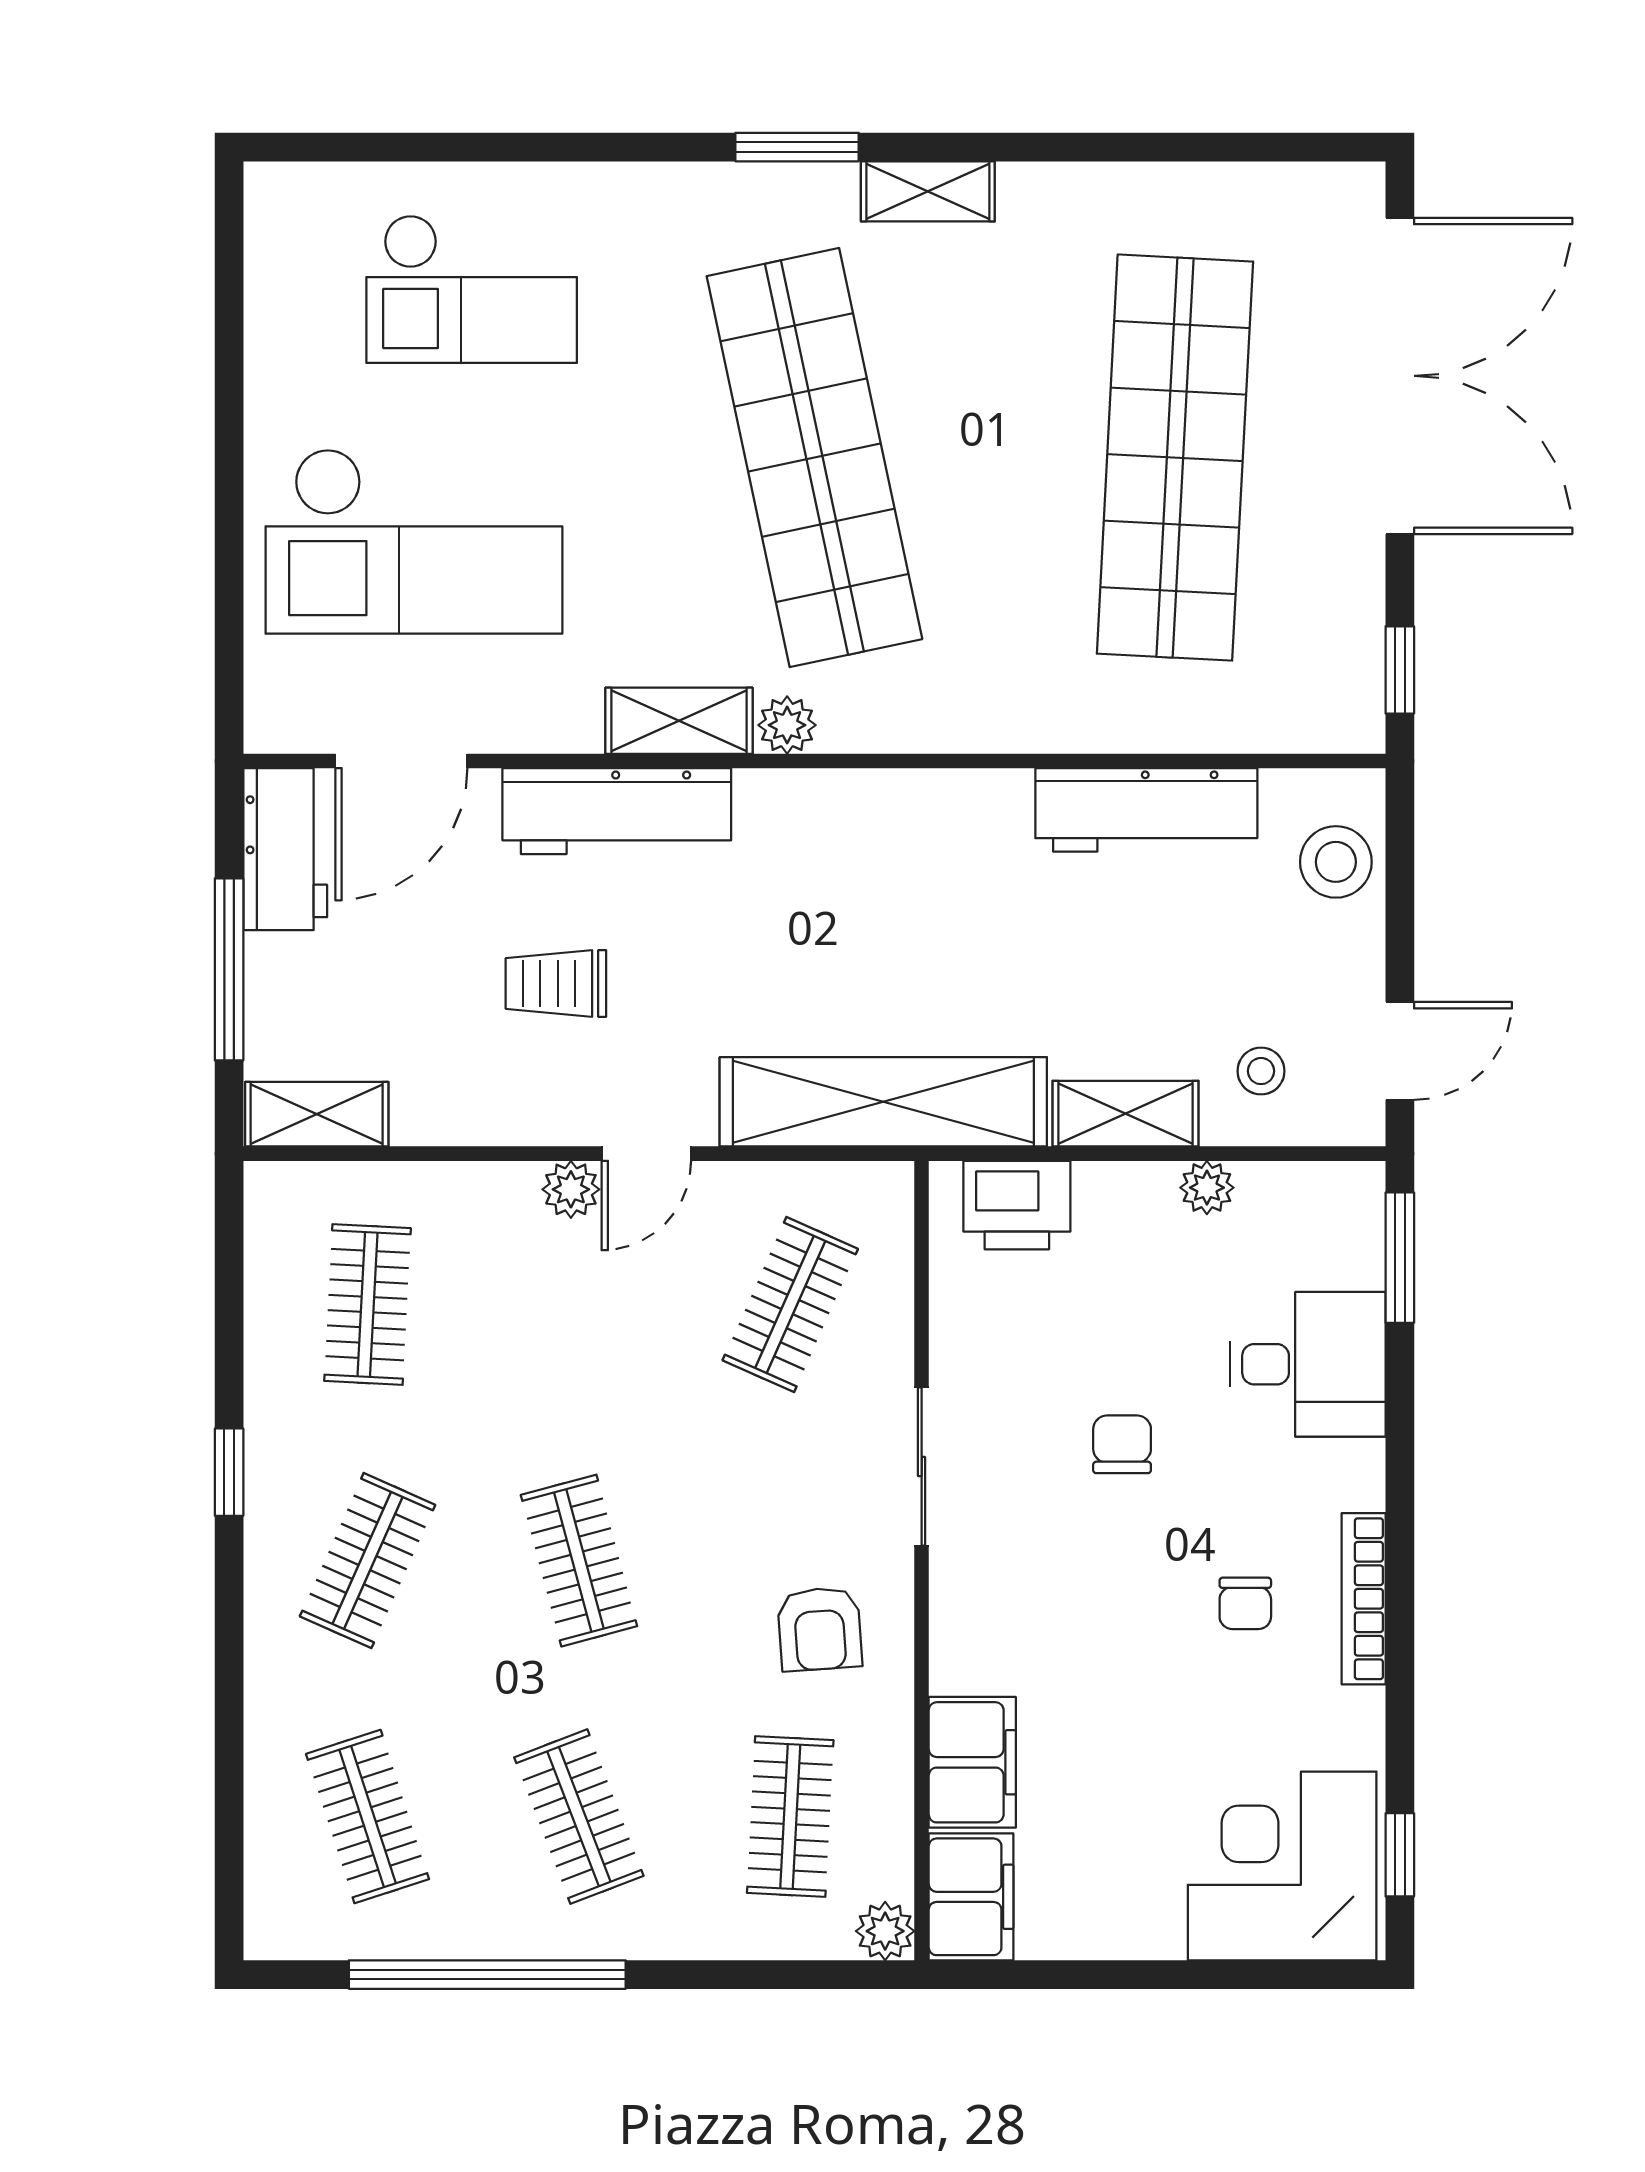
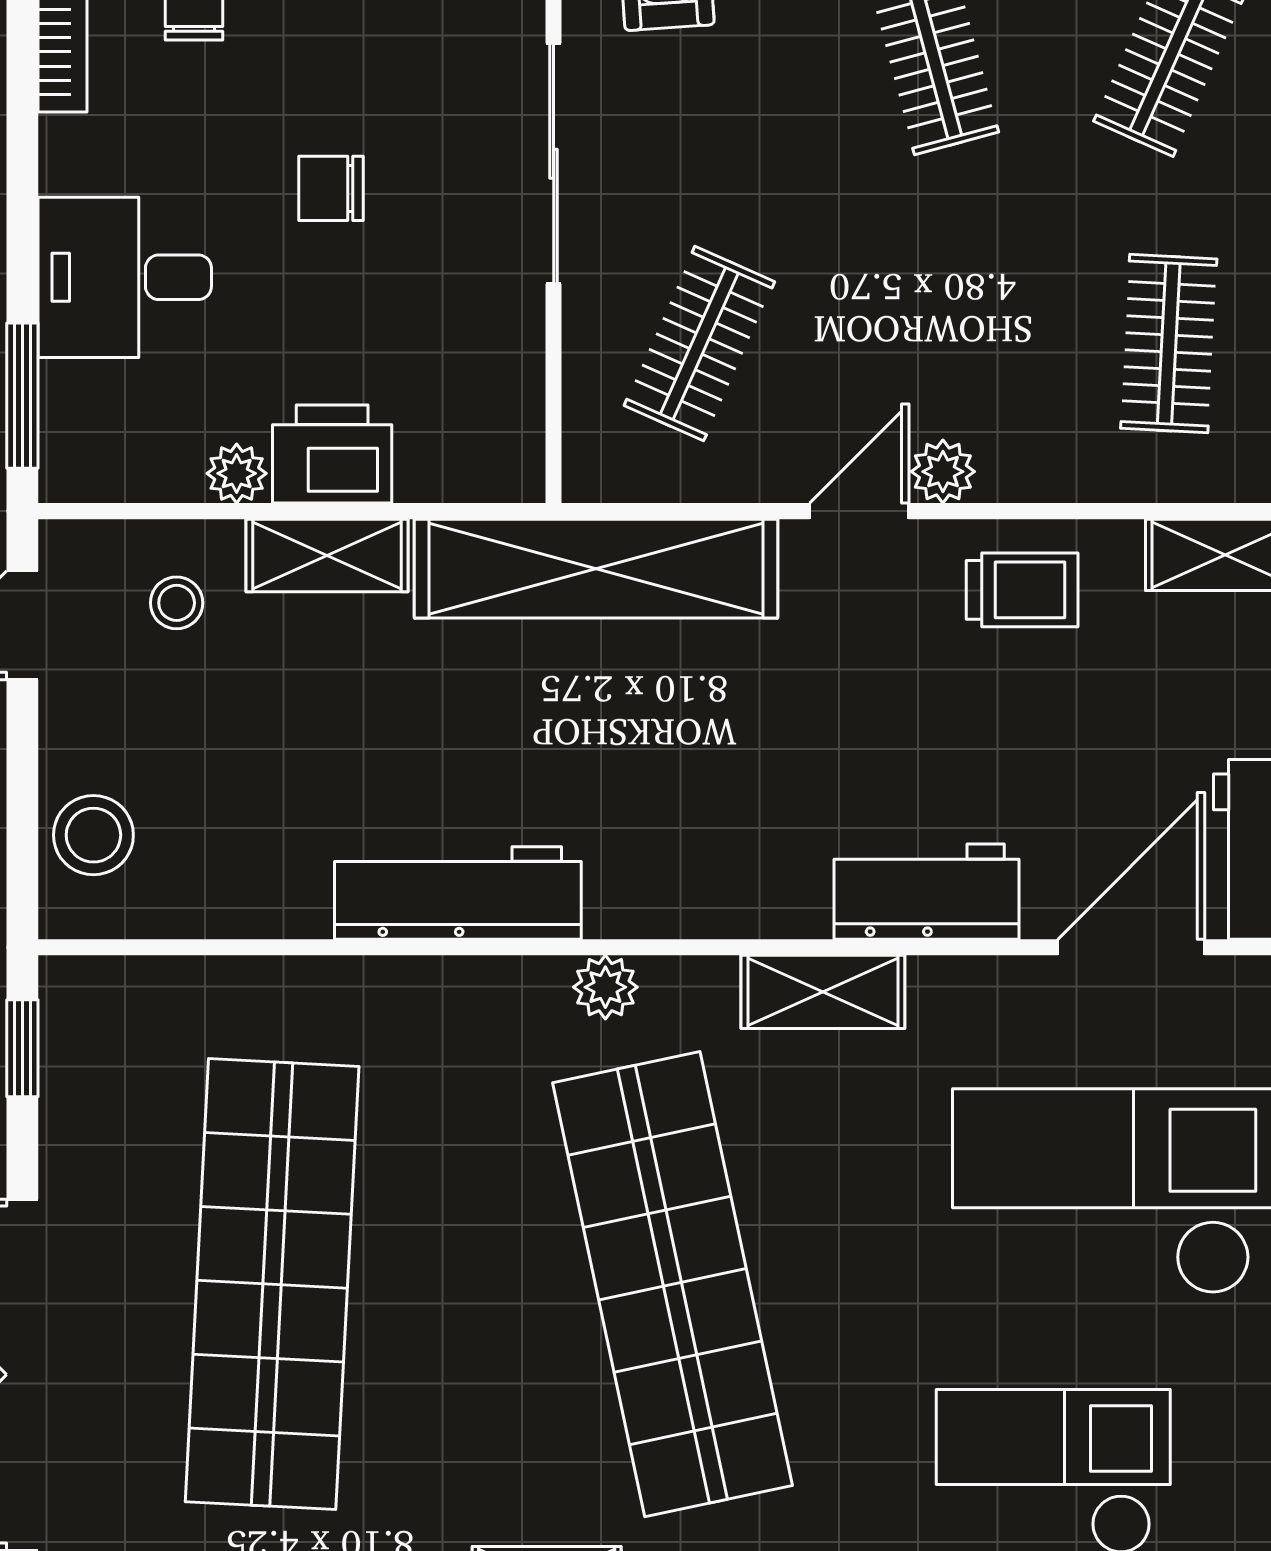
plant: (787, 725) -> (605, 987), moved
workbench: (1146, 810) -> (458, 893), moved
workbench: (617, 811) -> (927, 892), width x0.73
trolley: (556, 984) -> (1022, 590), moved
printer: (1017, 1205) -> (332, 454), moved
chair: (1122, 1444) -> (331, 188), turned 90
sliding door: (922, 1467) -> (554, 164), width x1.37

